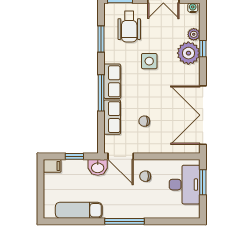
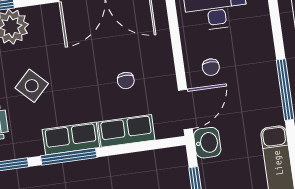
side table: (149, 61) -> (32, 86), turned 45
window: (101, 93) -> (69, 157), moved

